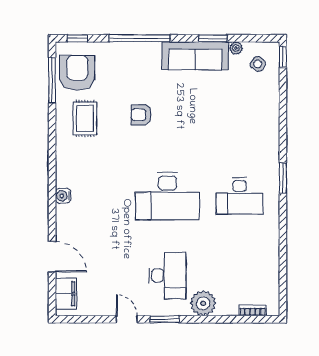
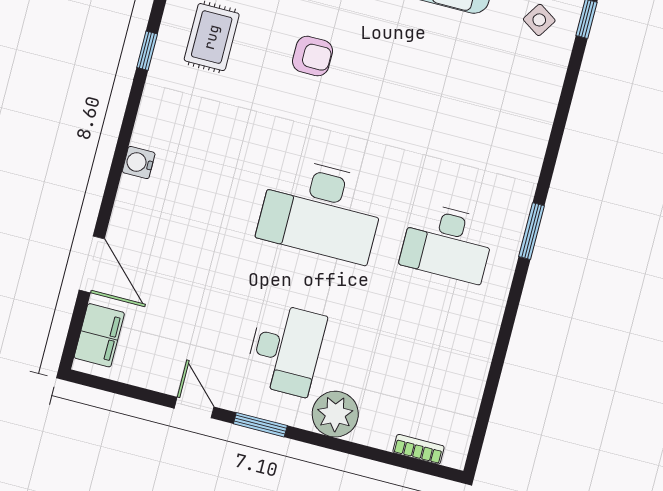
armchair: (141, 115) -> (312, 56), turned 180
window: (52, 135) -> (147, 51), added

